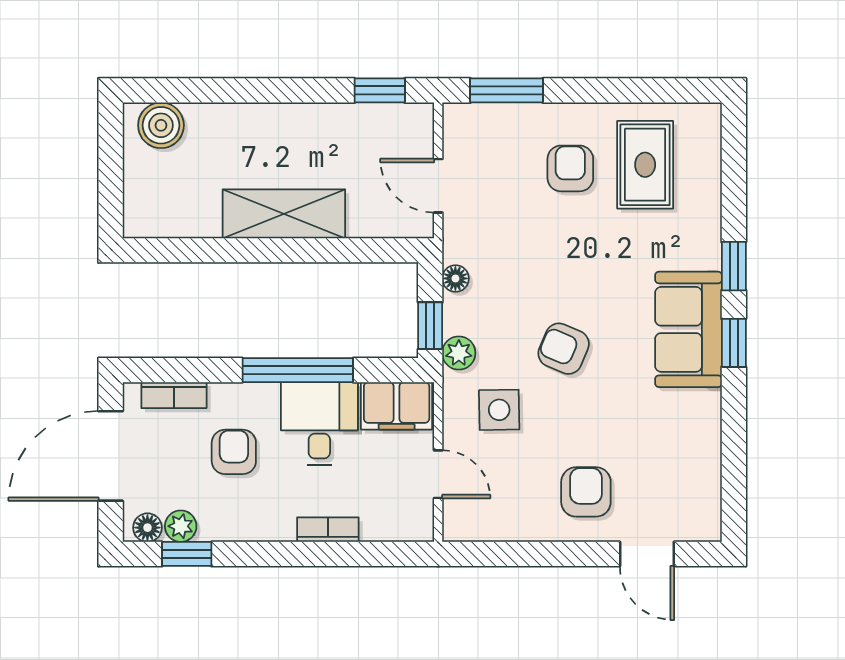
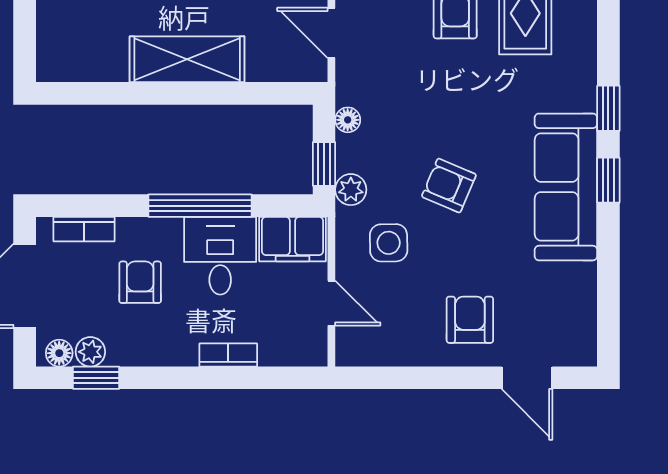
sofa: (688, 329) -> (566, 187), width x1.36

